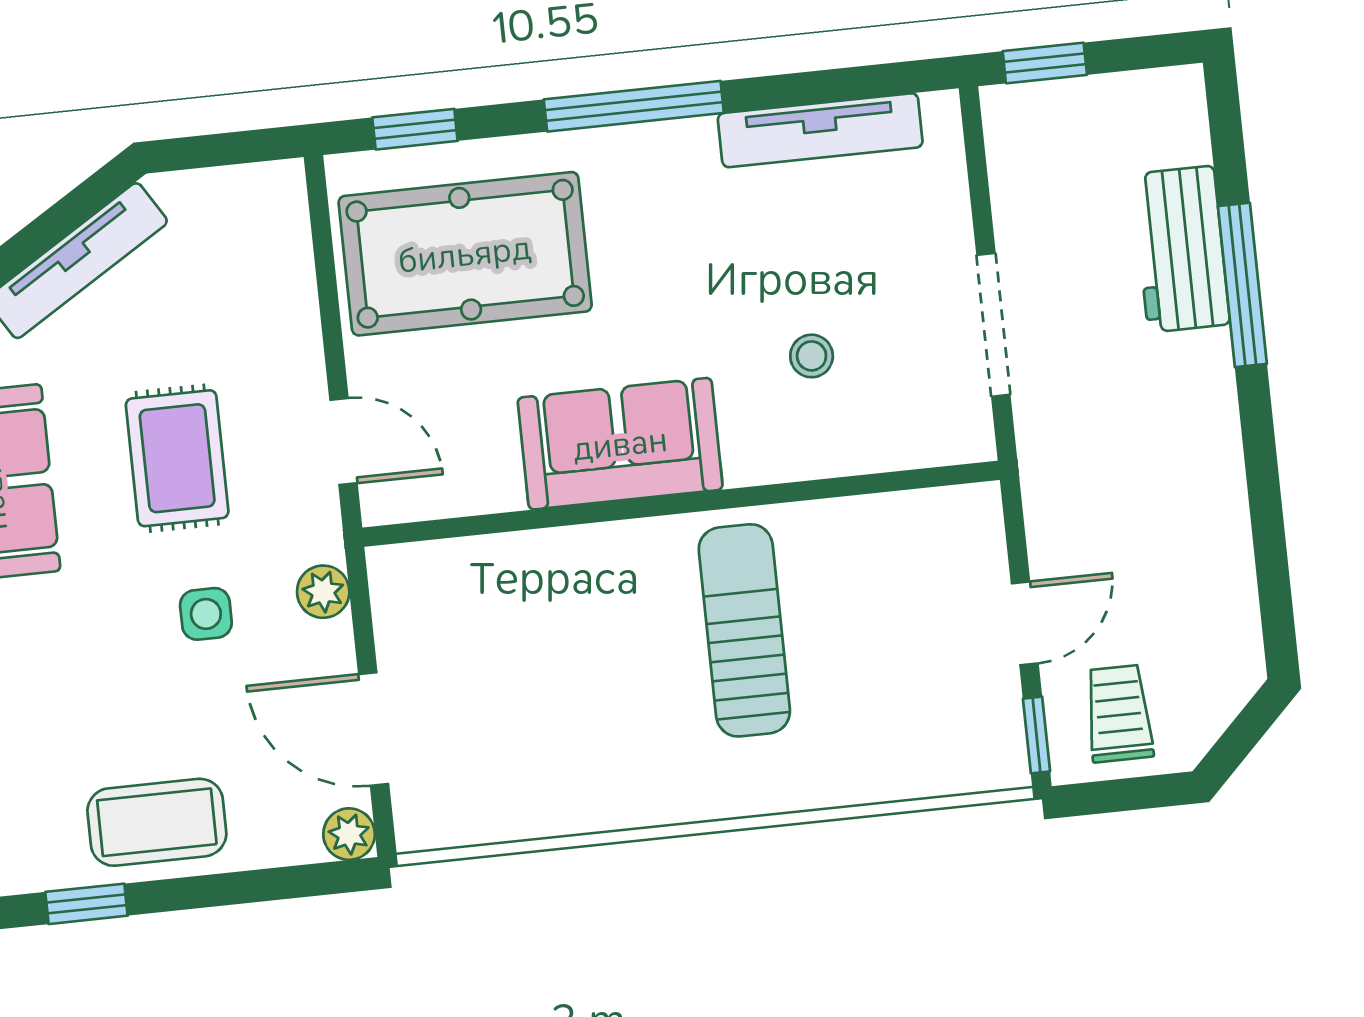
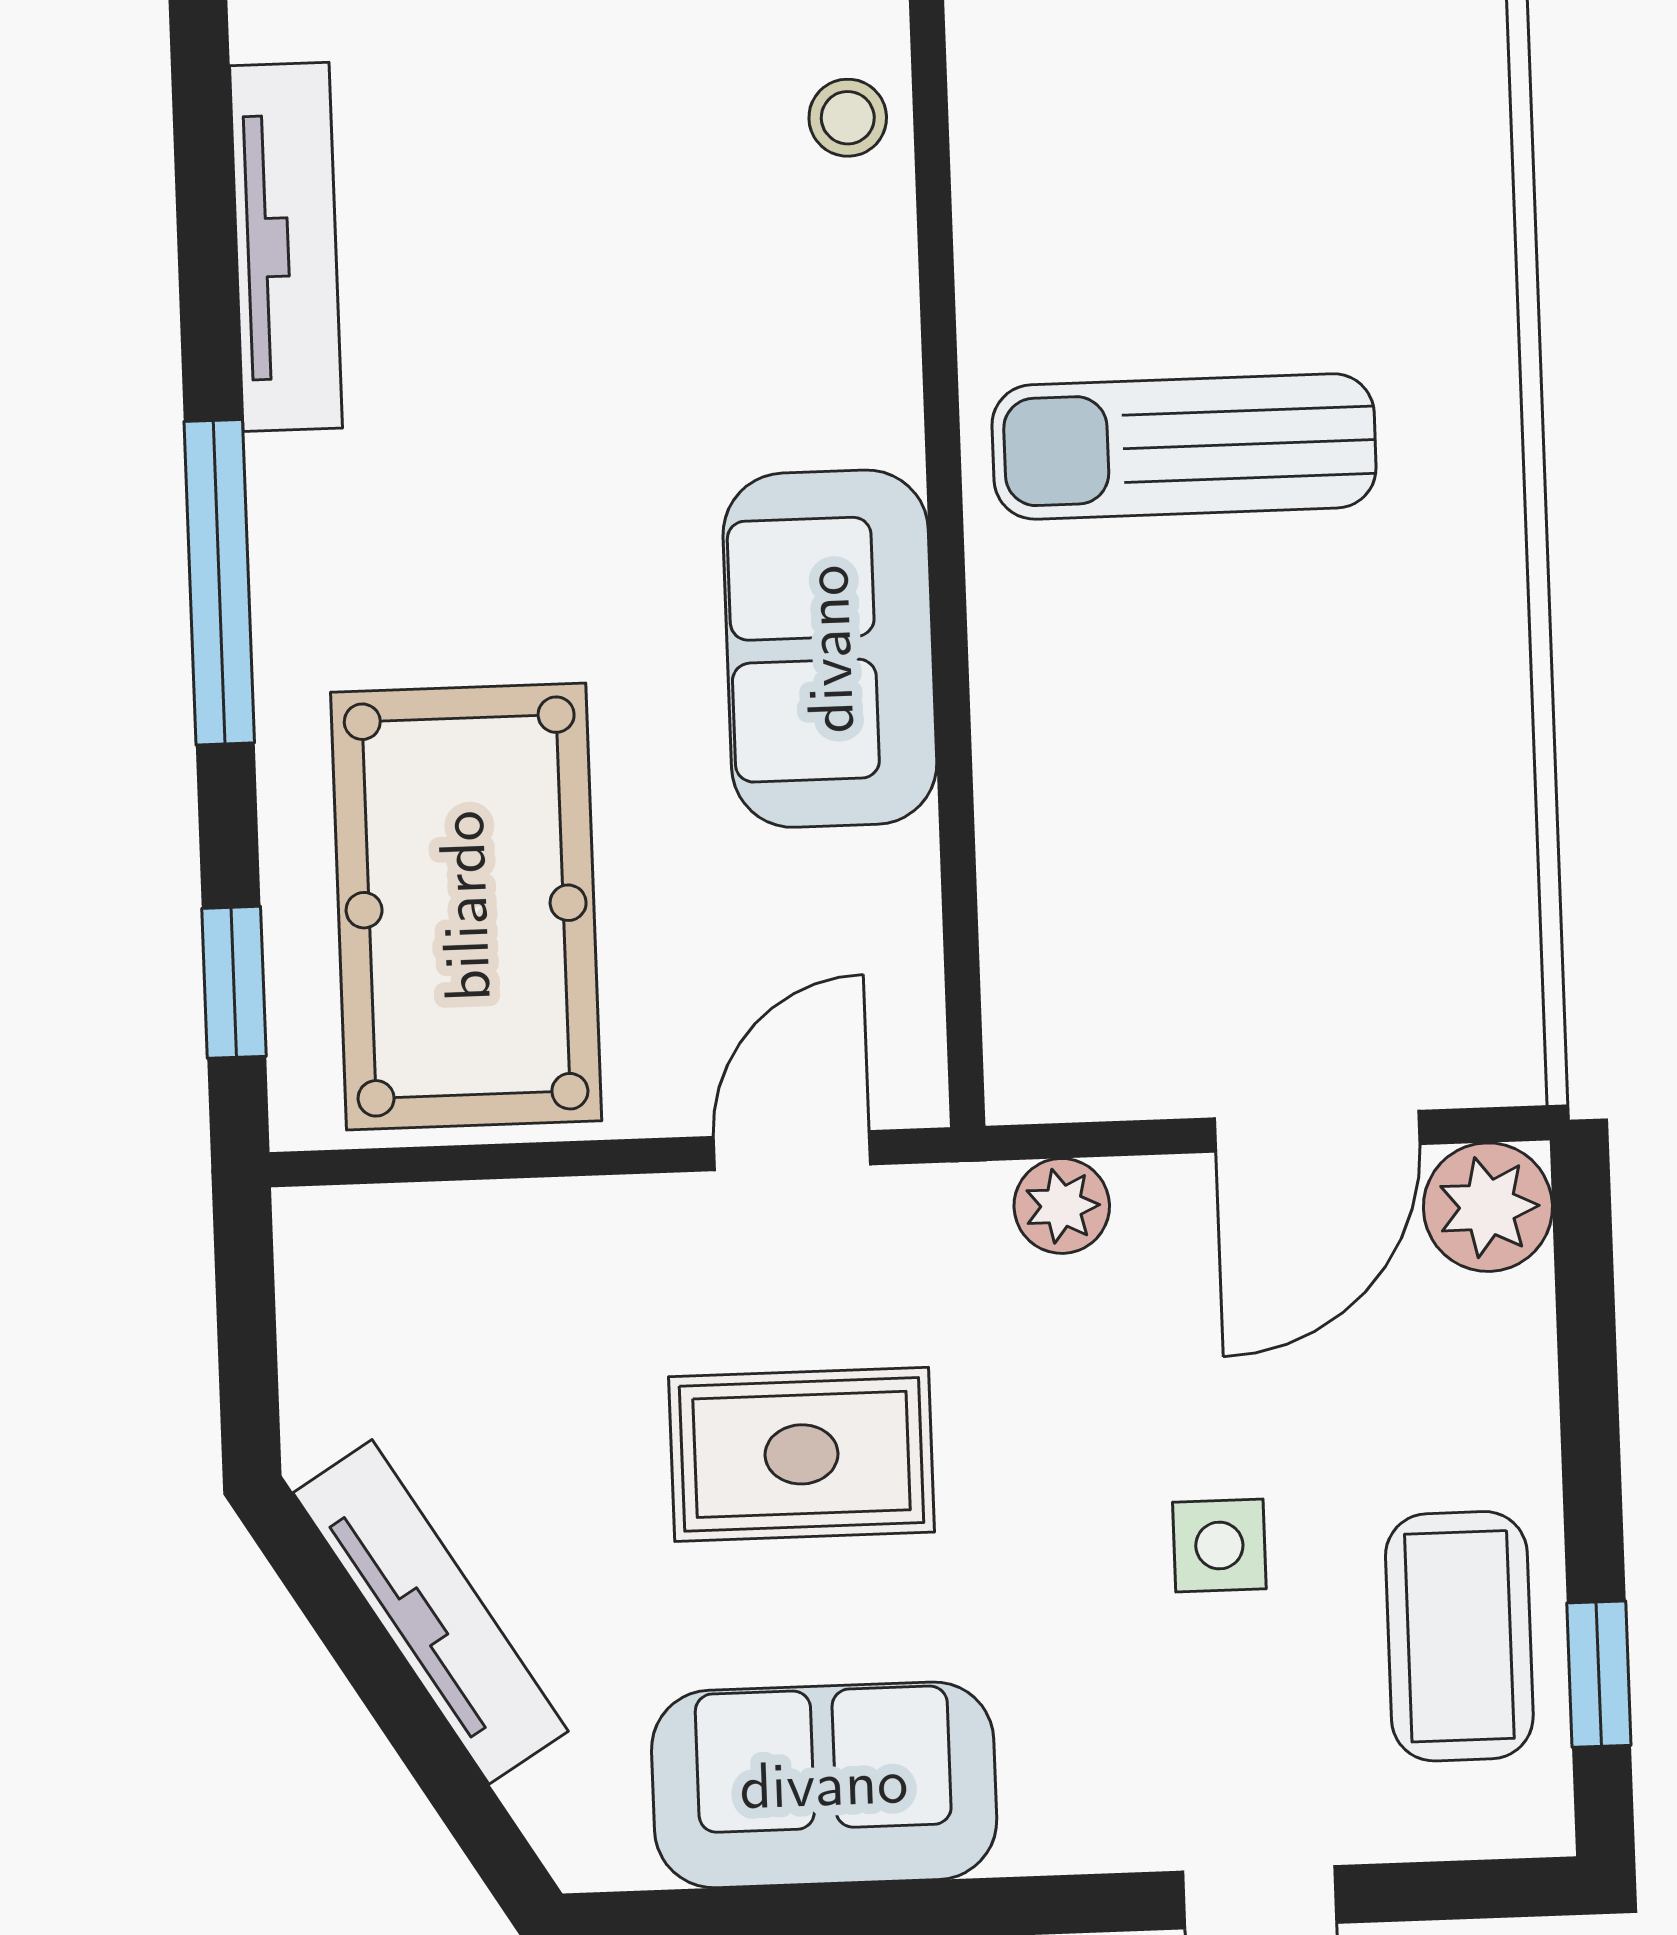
stool: (812, 356) -> (848, 118), moved
side table: (206, 614) -> (1219, 1546), moved
coffee table: (157, 822) -> (1459, 1636), moved
plant: (349, 834) -> (1488, 1207), width x1.38, depth x1.38

